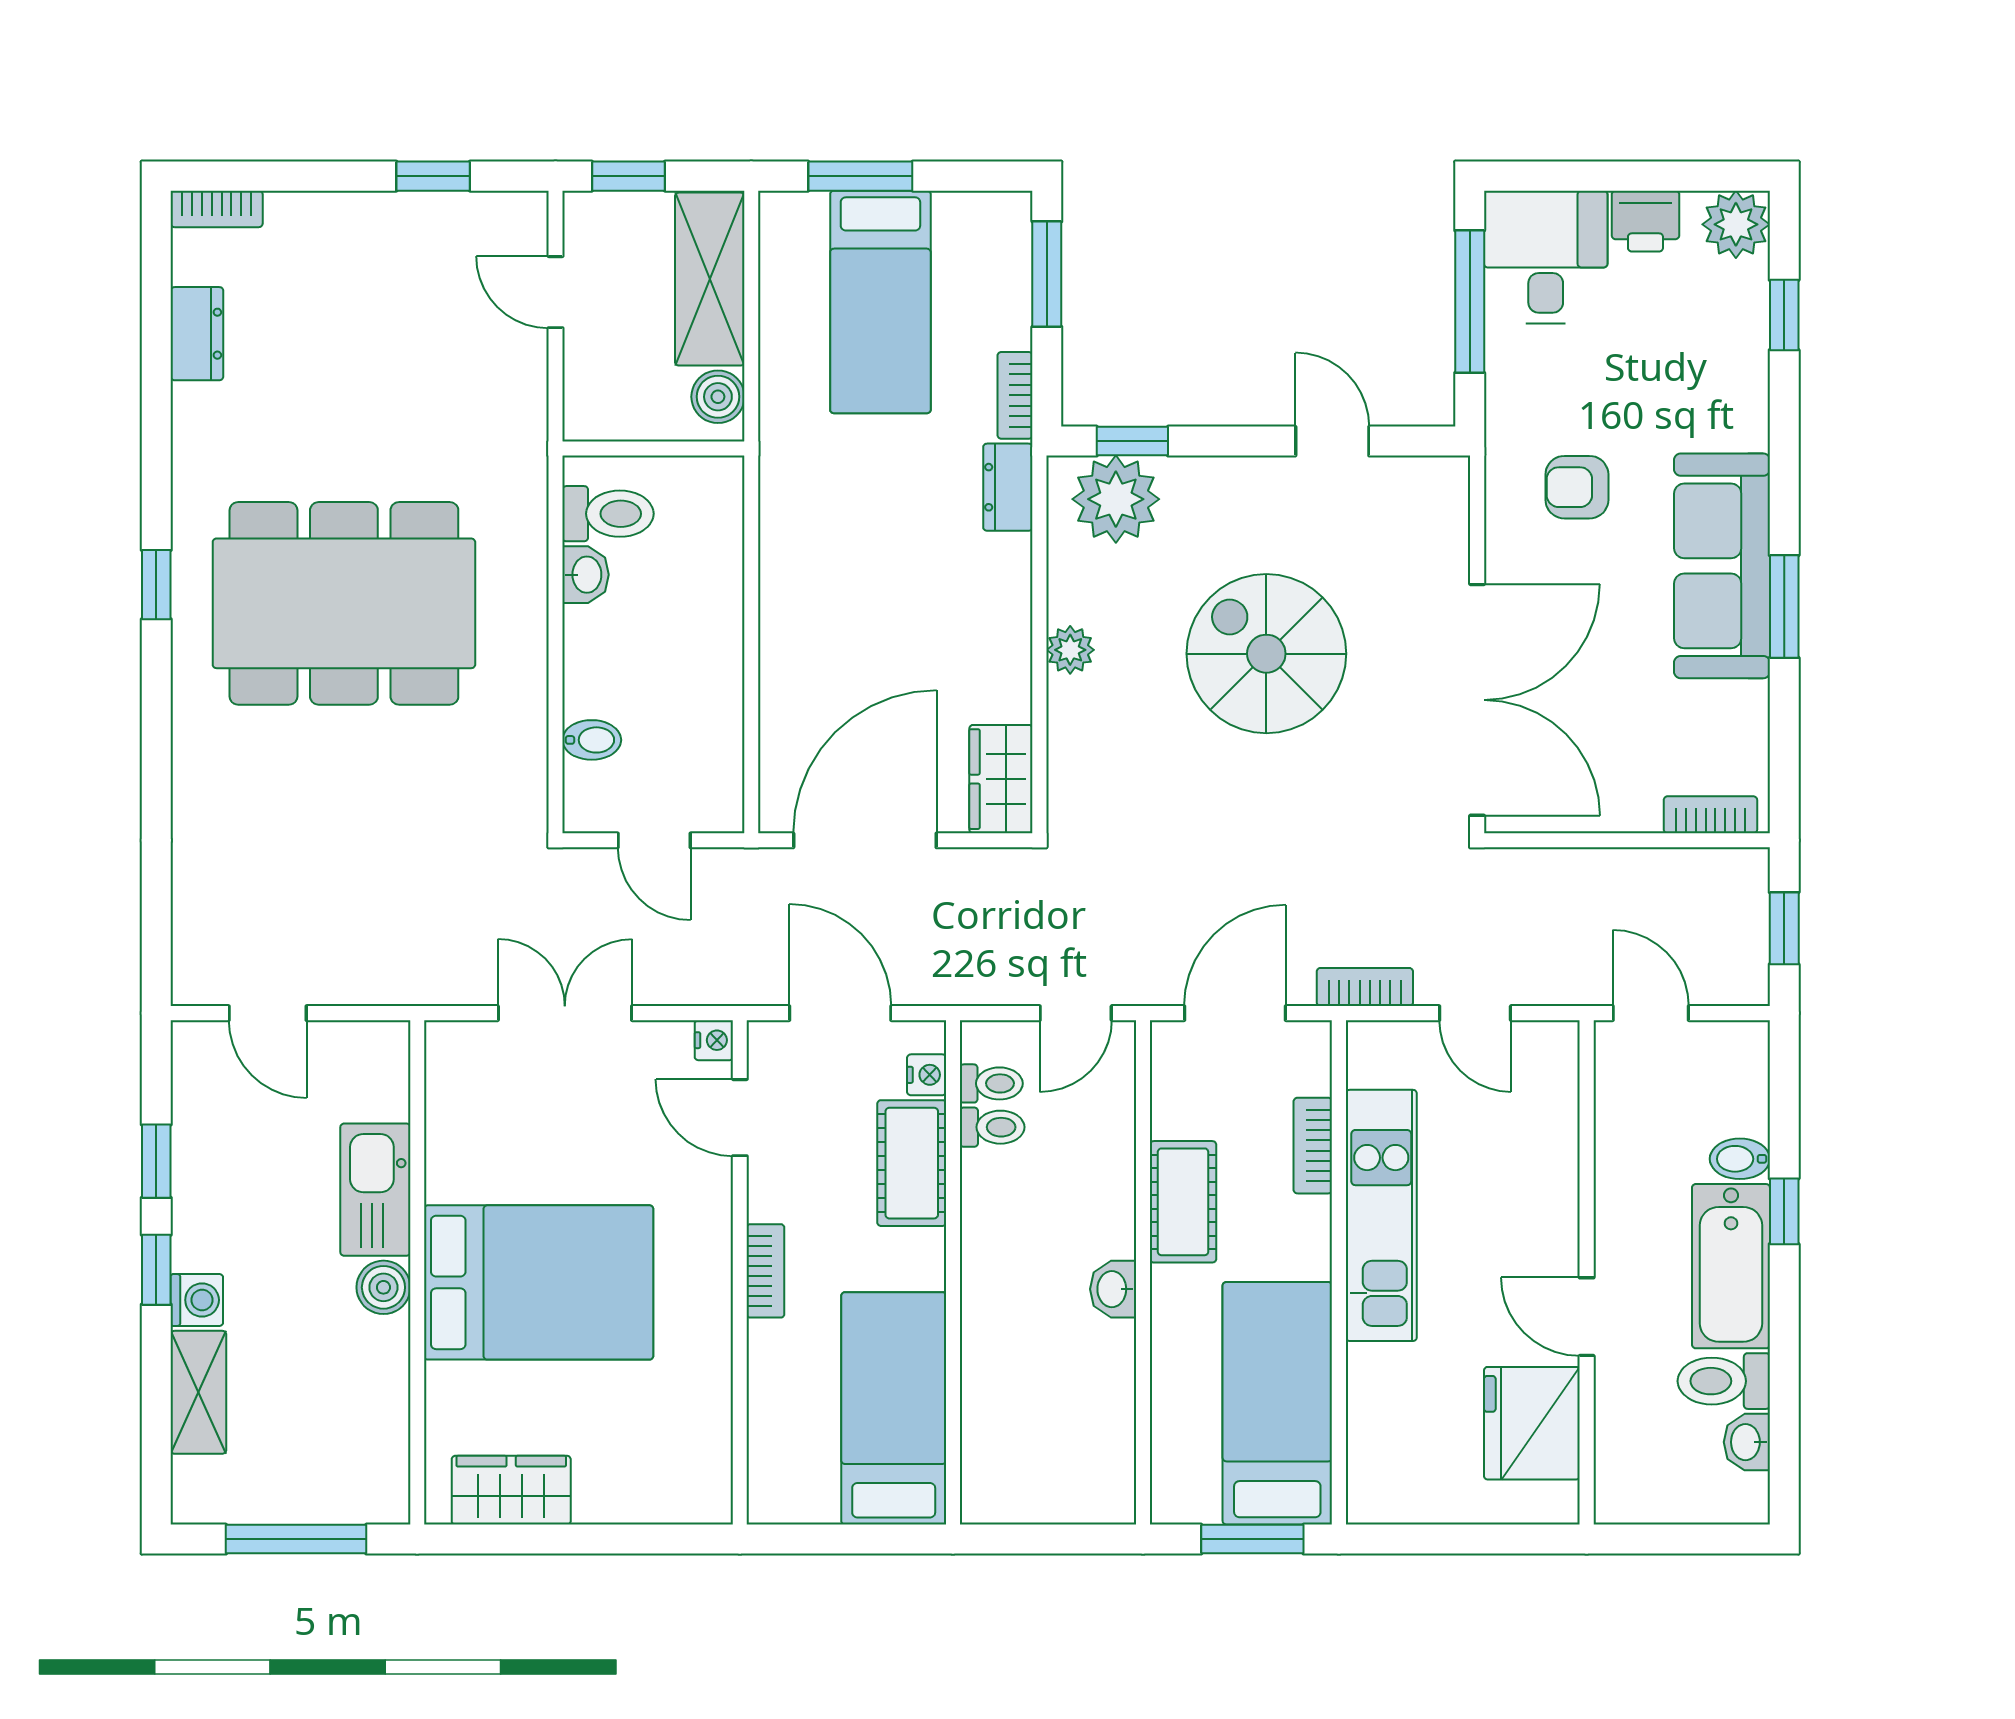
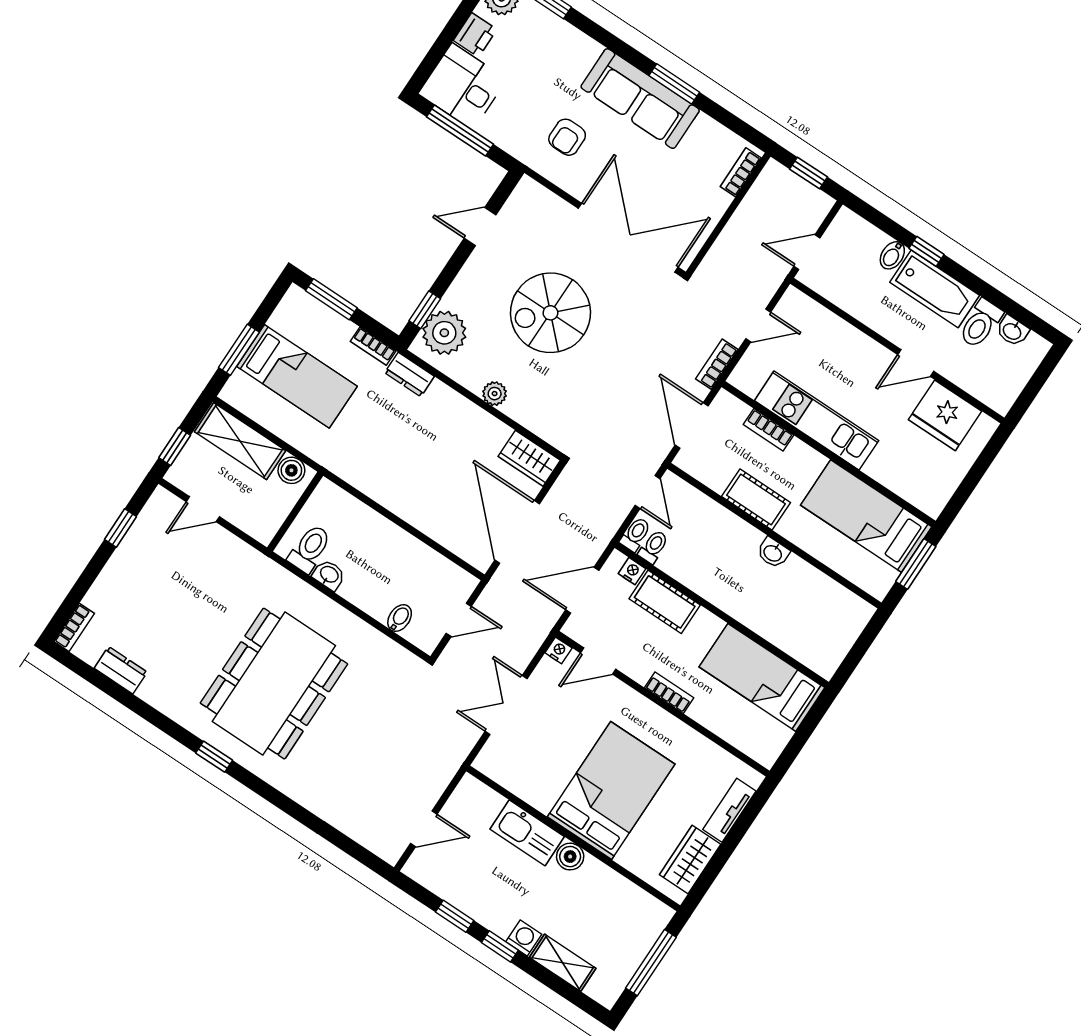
toilet: (992, 1127) -> (636, 534), moved
tv unit: (637, 1501) -> (729, 810), added

